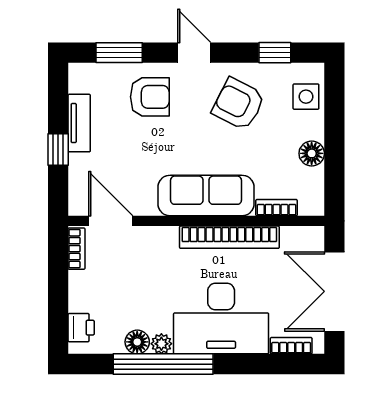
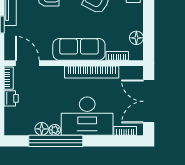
floor lamp: (312, 153) -> (136, 38), moved
printer: (81, 328) -> (11, 98), moved

